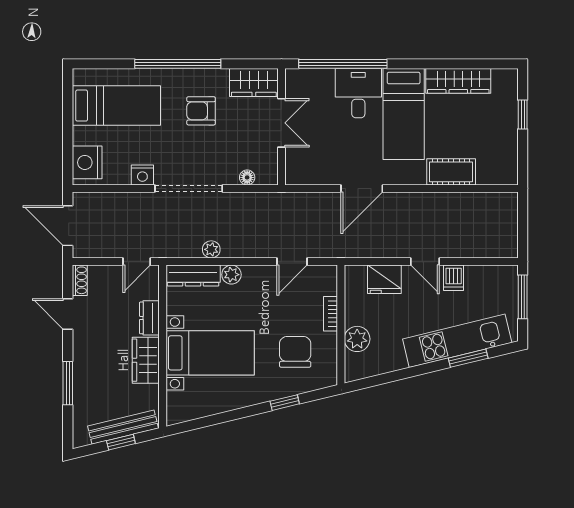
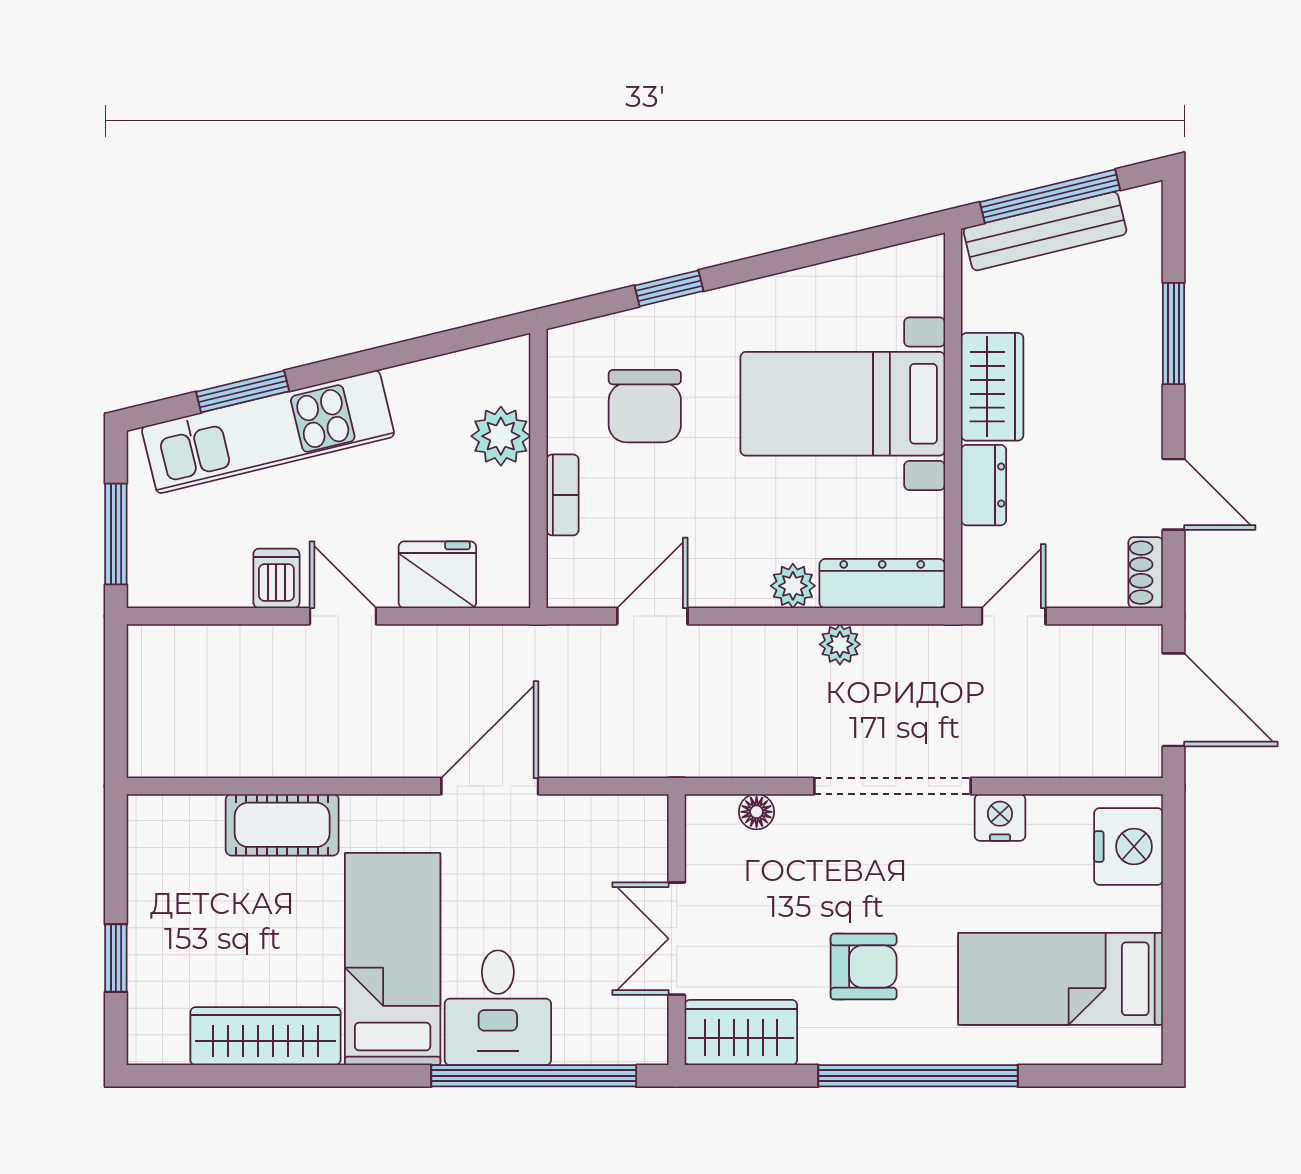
window: (121, 442) -> (1050, 196), width x2.17

